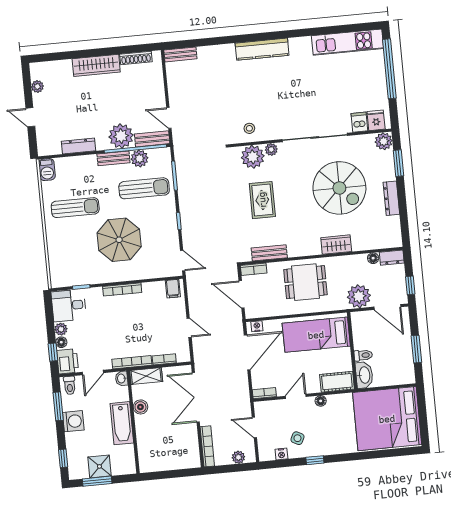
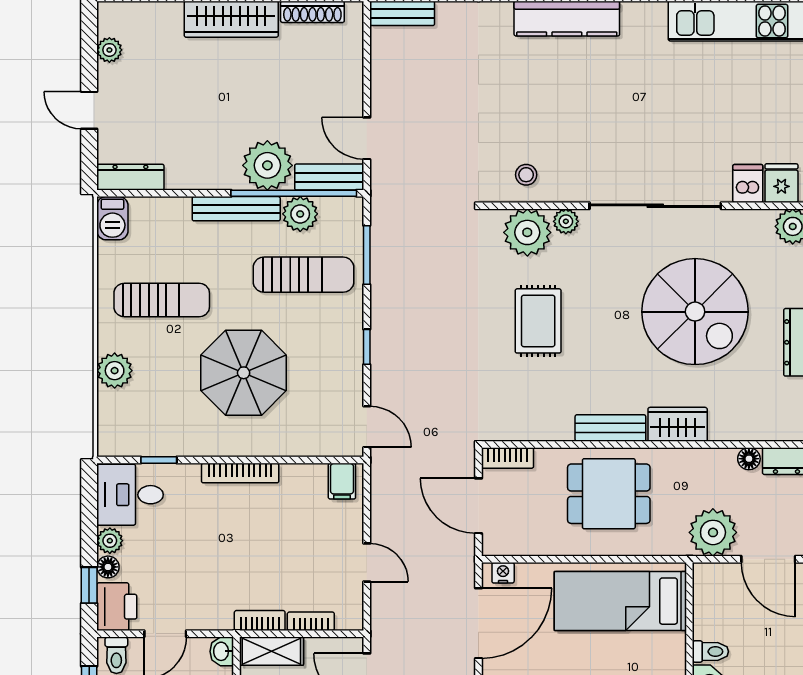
dresser: (78, 146) -> (130, 177), moved
bench: (113, 158) -> (236, 209), width x1.36
plant: (55, 245) -> (115, 371), added
bench: (269, 253) -> (610, 428), moved
bookcase: (132, 362) -> (260, 621), width x0.64

